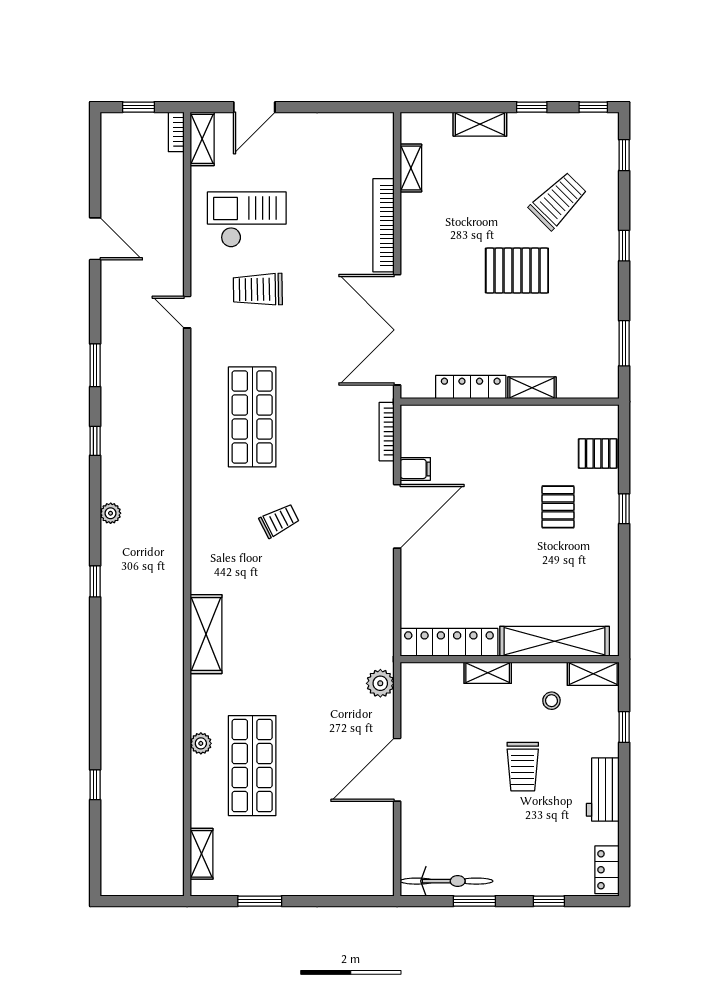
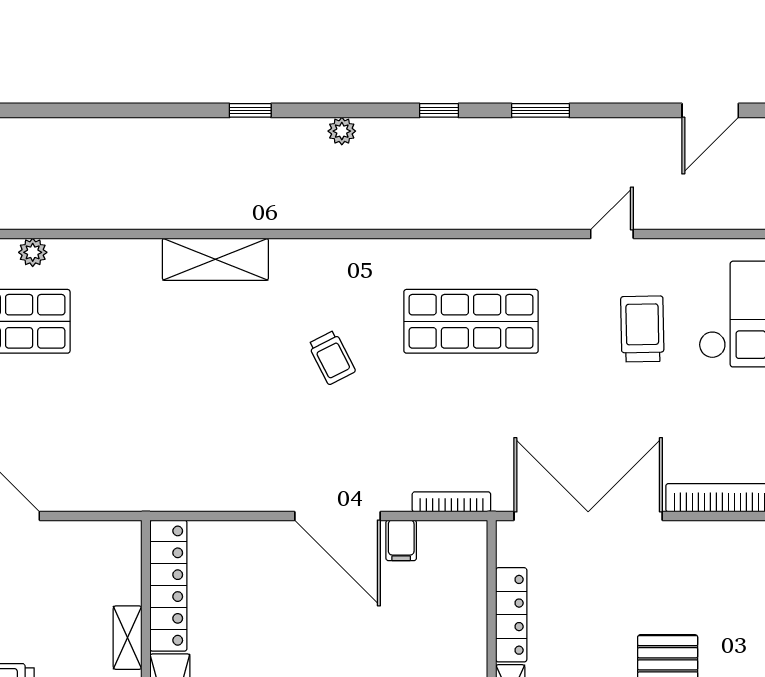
shelving: (206, 634) -> (215, 259), moved
plant: (380, 683) -> (113, 493), removed

